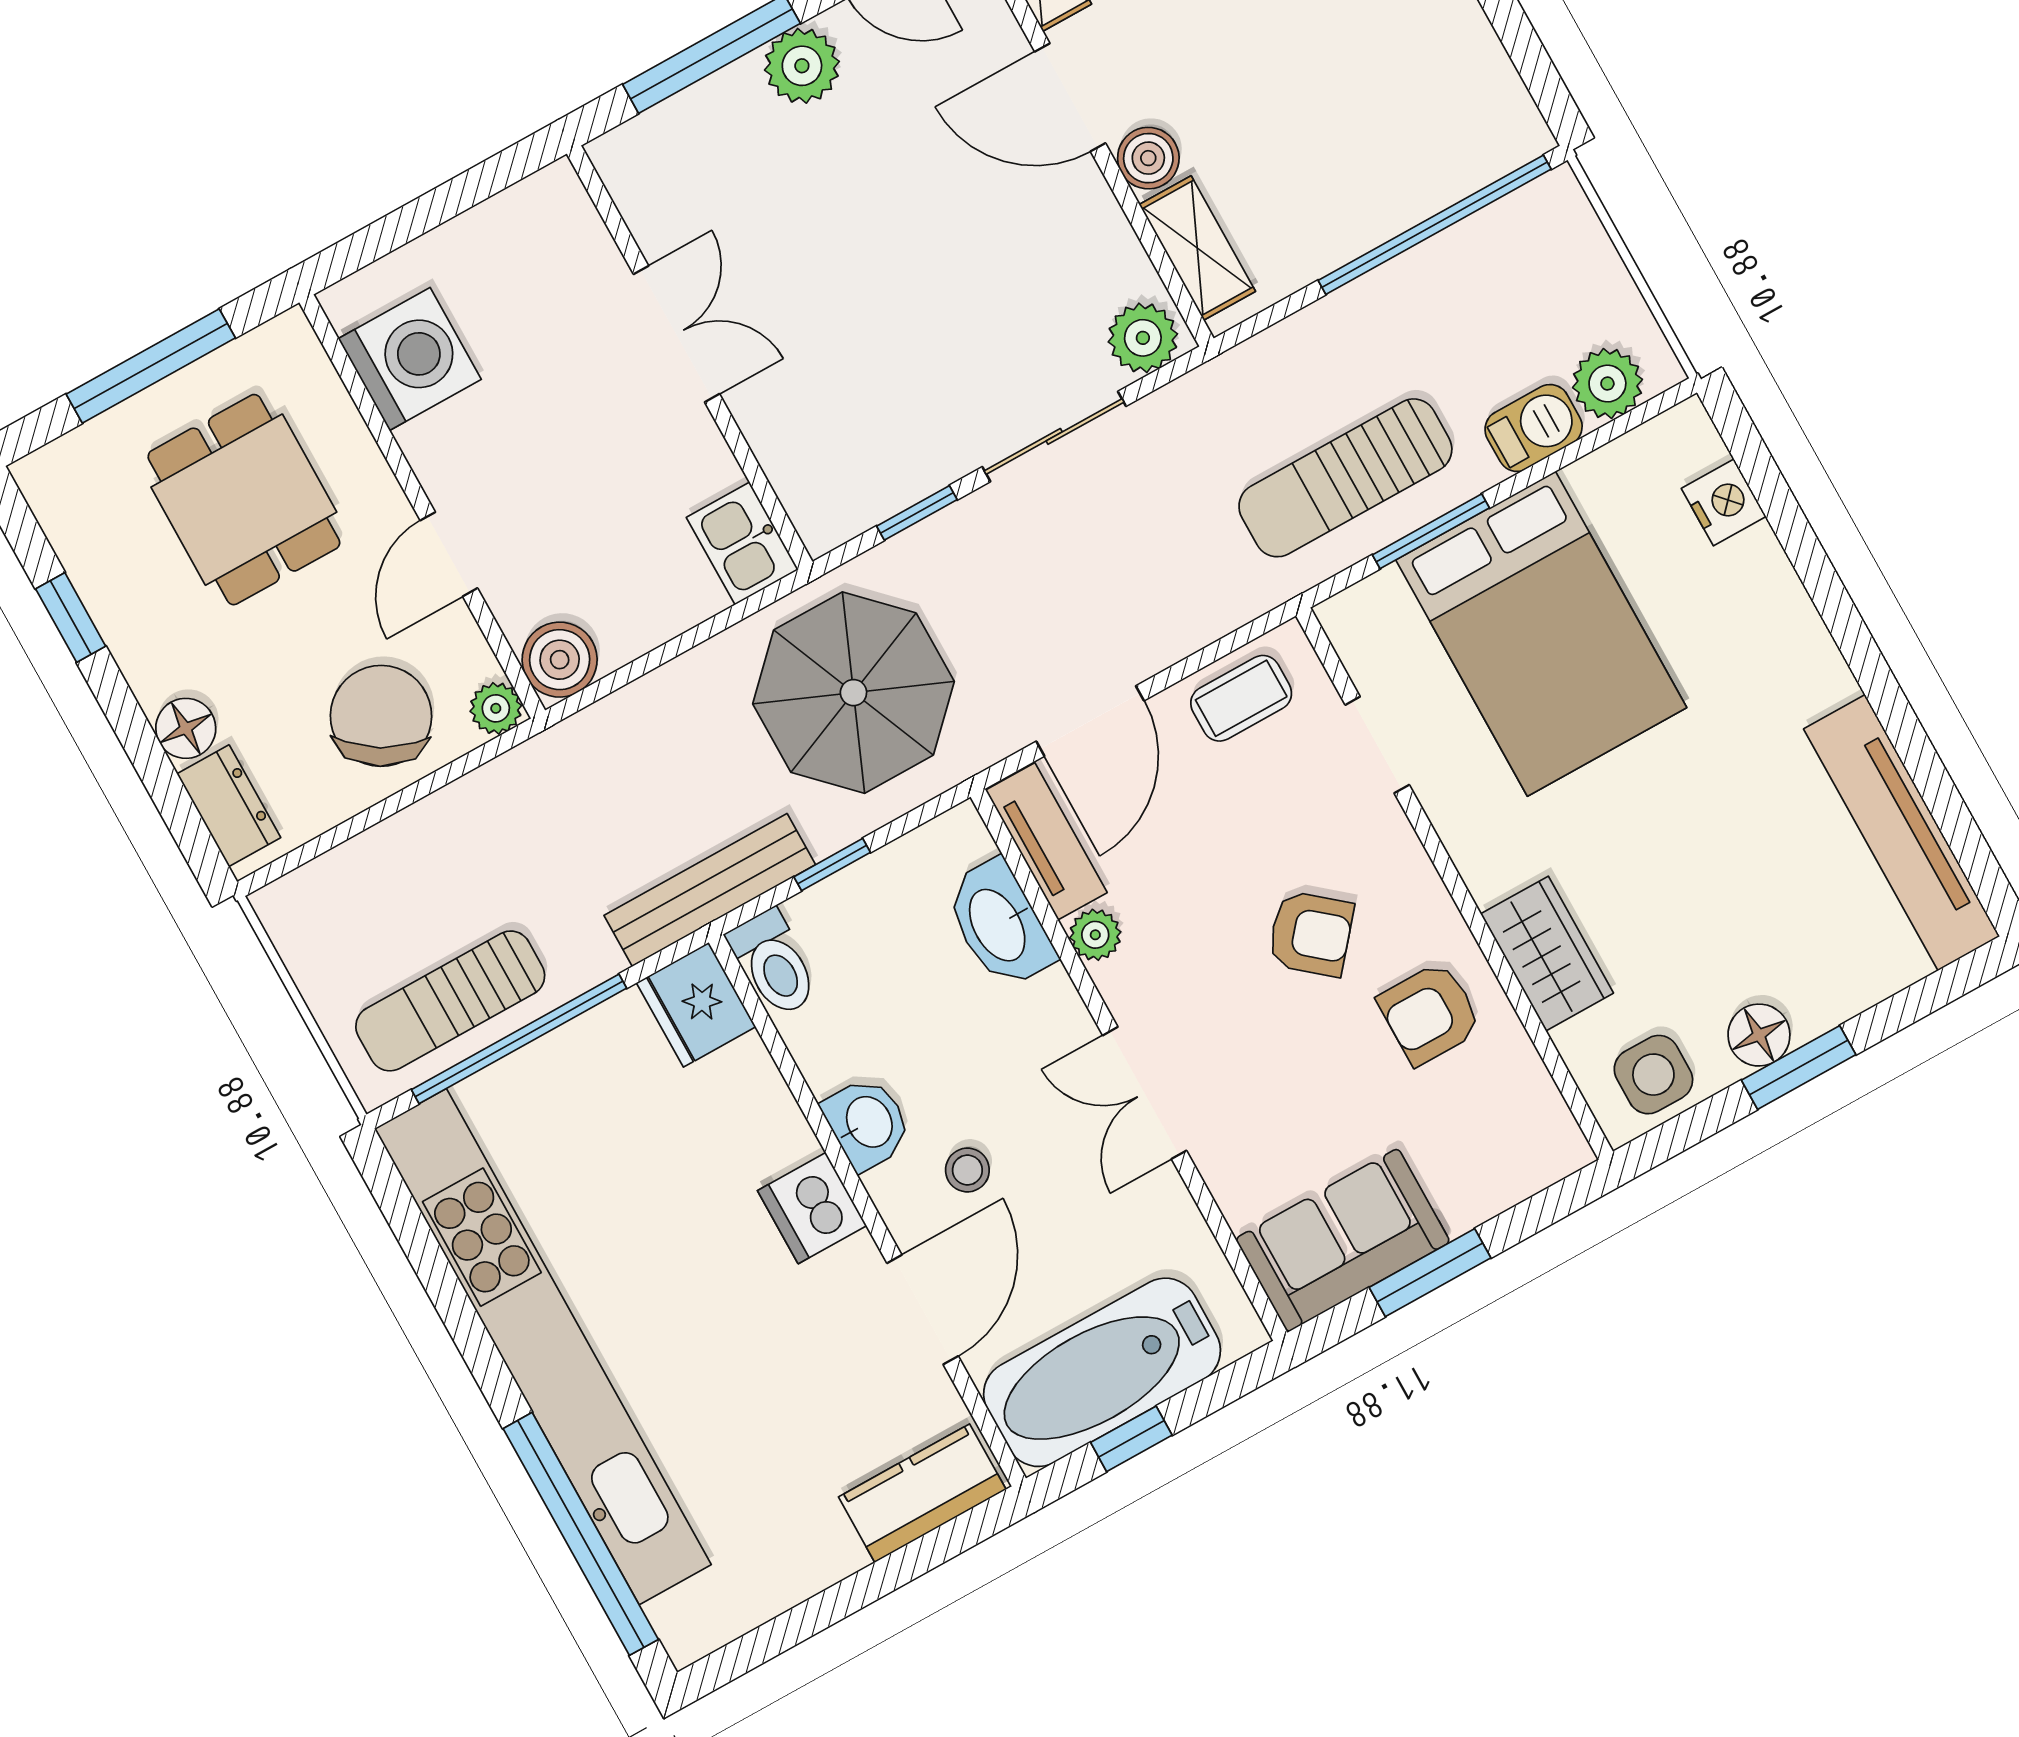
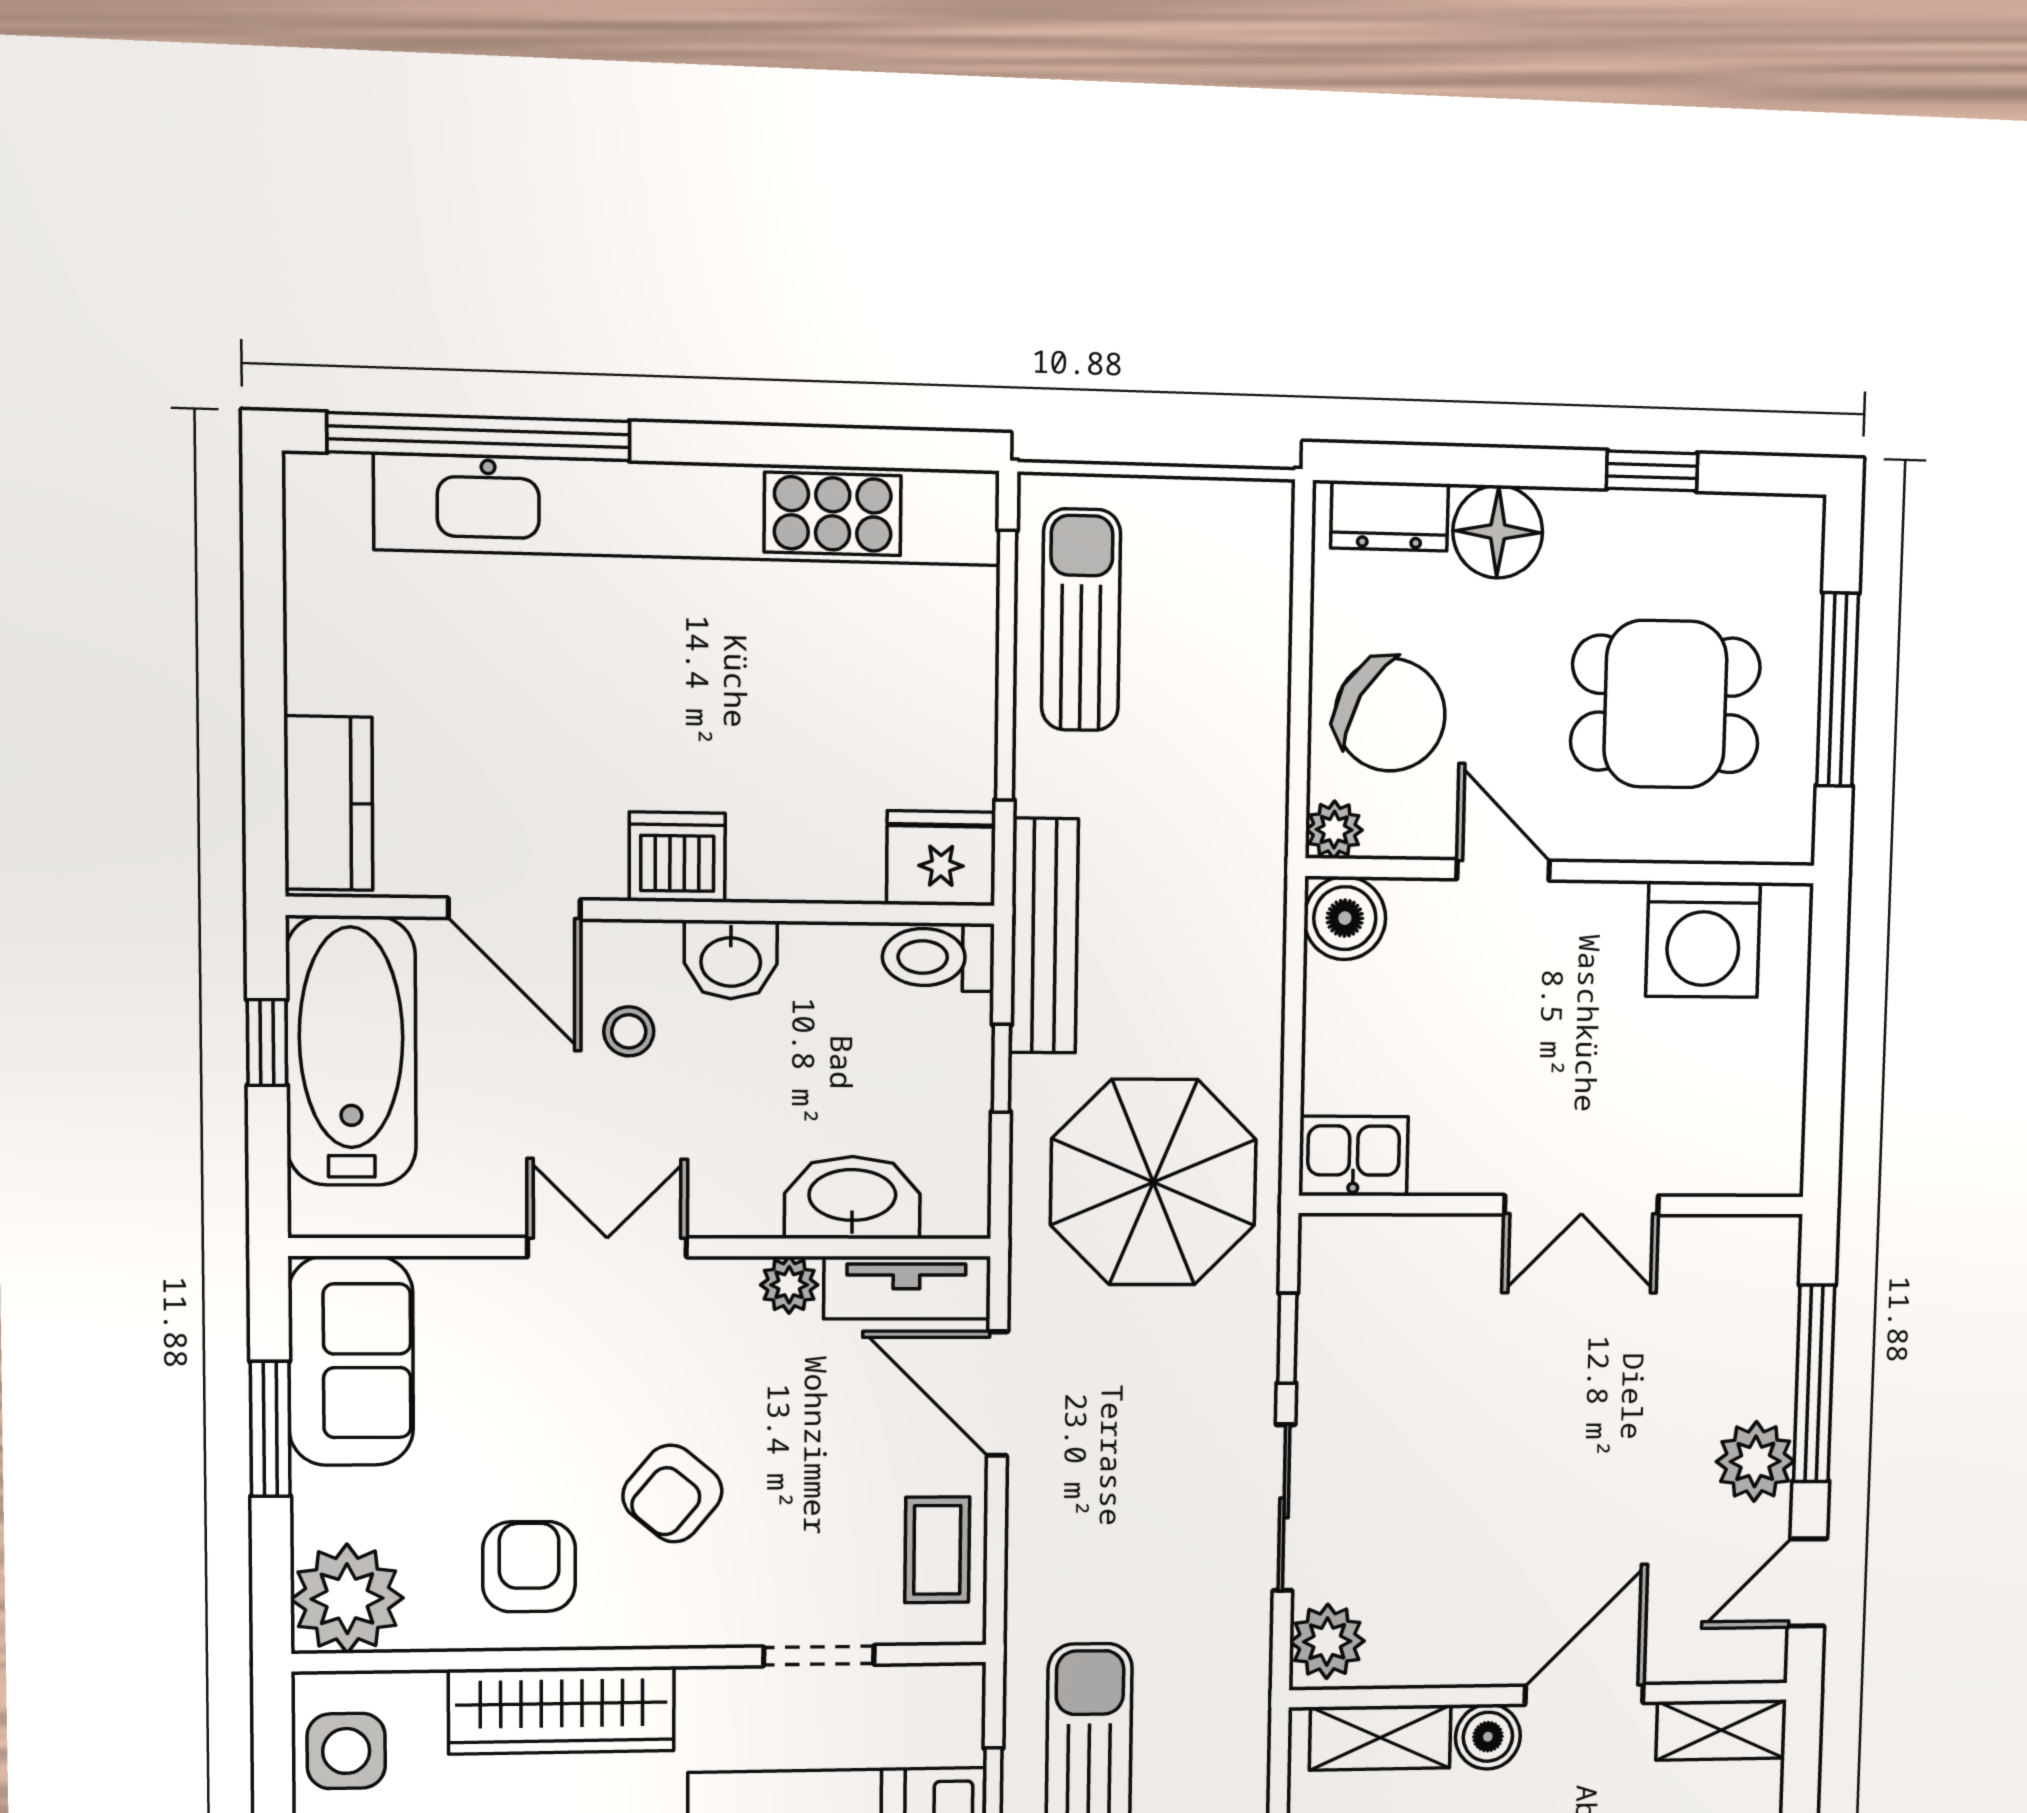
floor lamp: (186, 728) -> (1498, 532), width x1.38, depth x1.38
wardrobe: (1547, 954) -> (562, 1710), width x1.50
plant: (1532, 1140) -> (347, 1599), added

